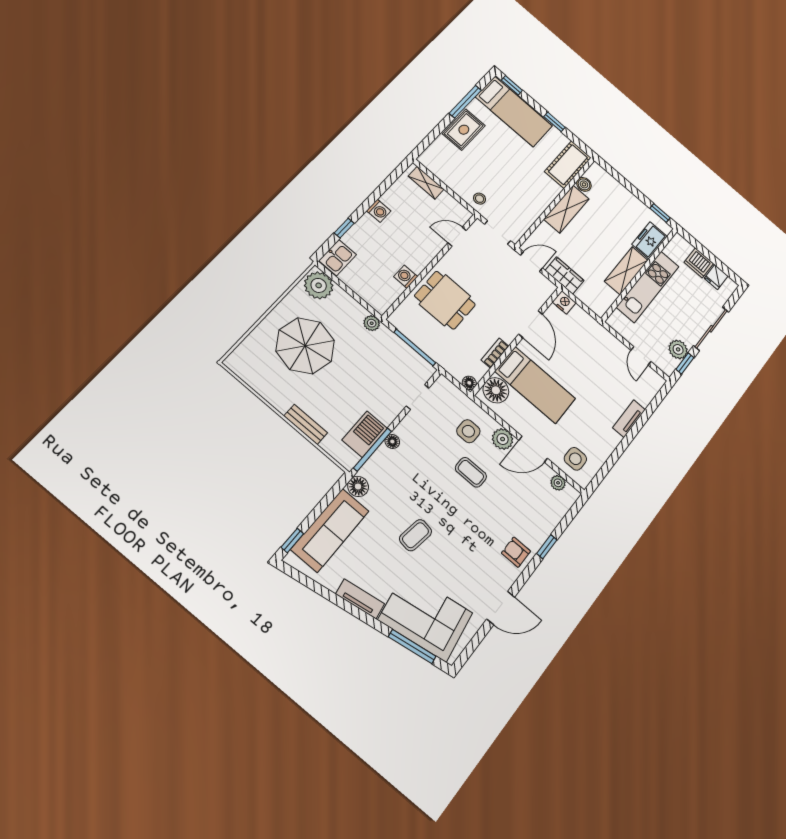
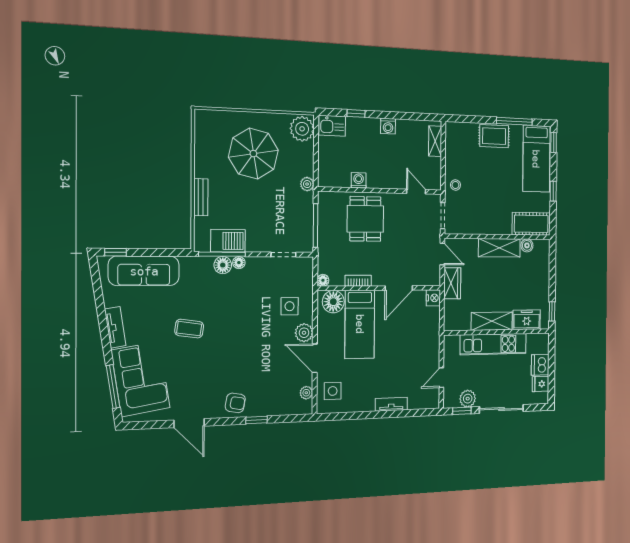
coffee table: (471, 472) -> (263, 330), removed
floor lamp: (358, 486) -> (223, 265), moved
armchair: (516, 552) -> (235, 403), turned 100

